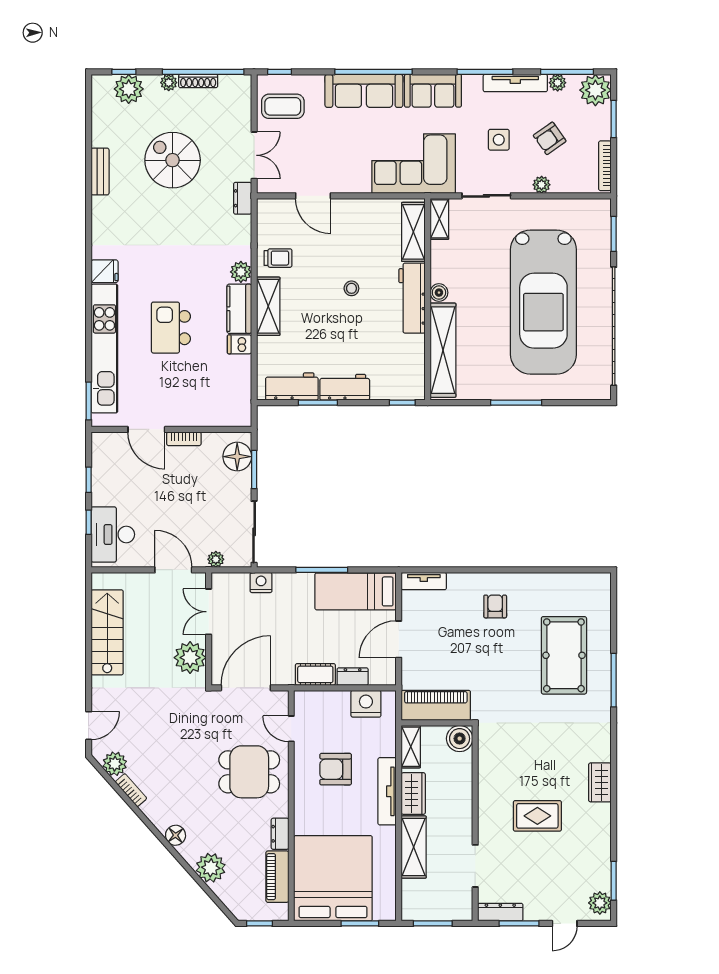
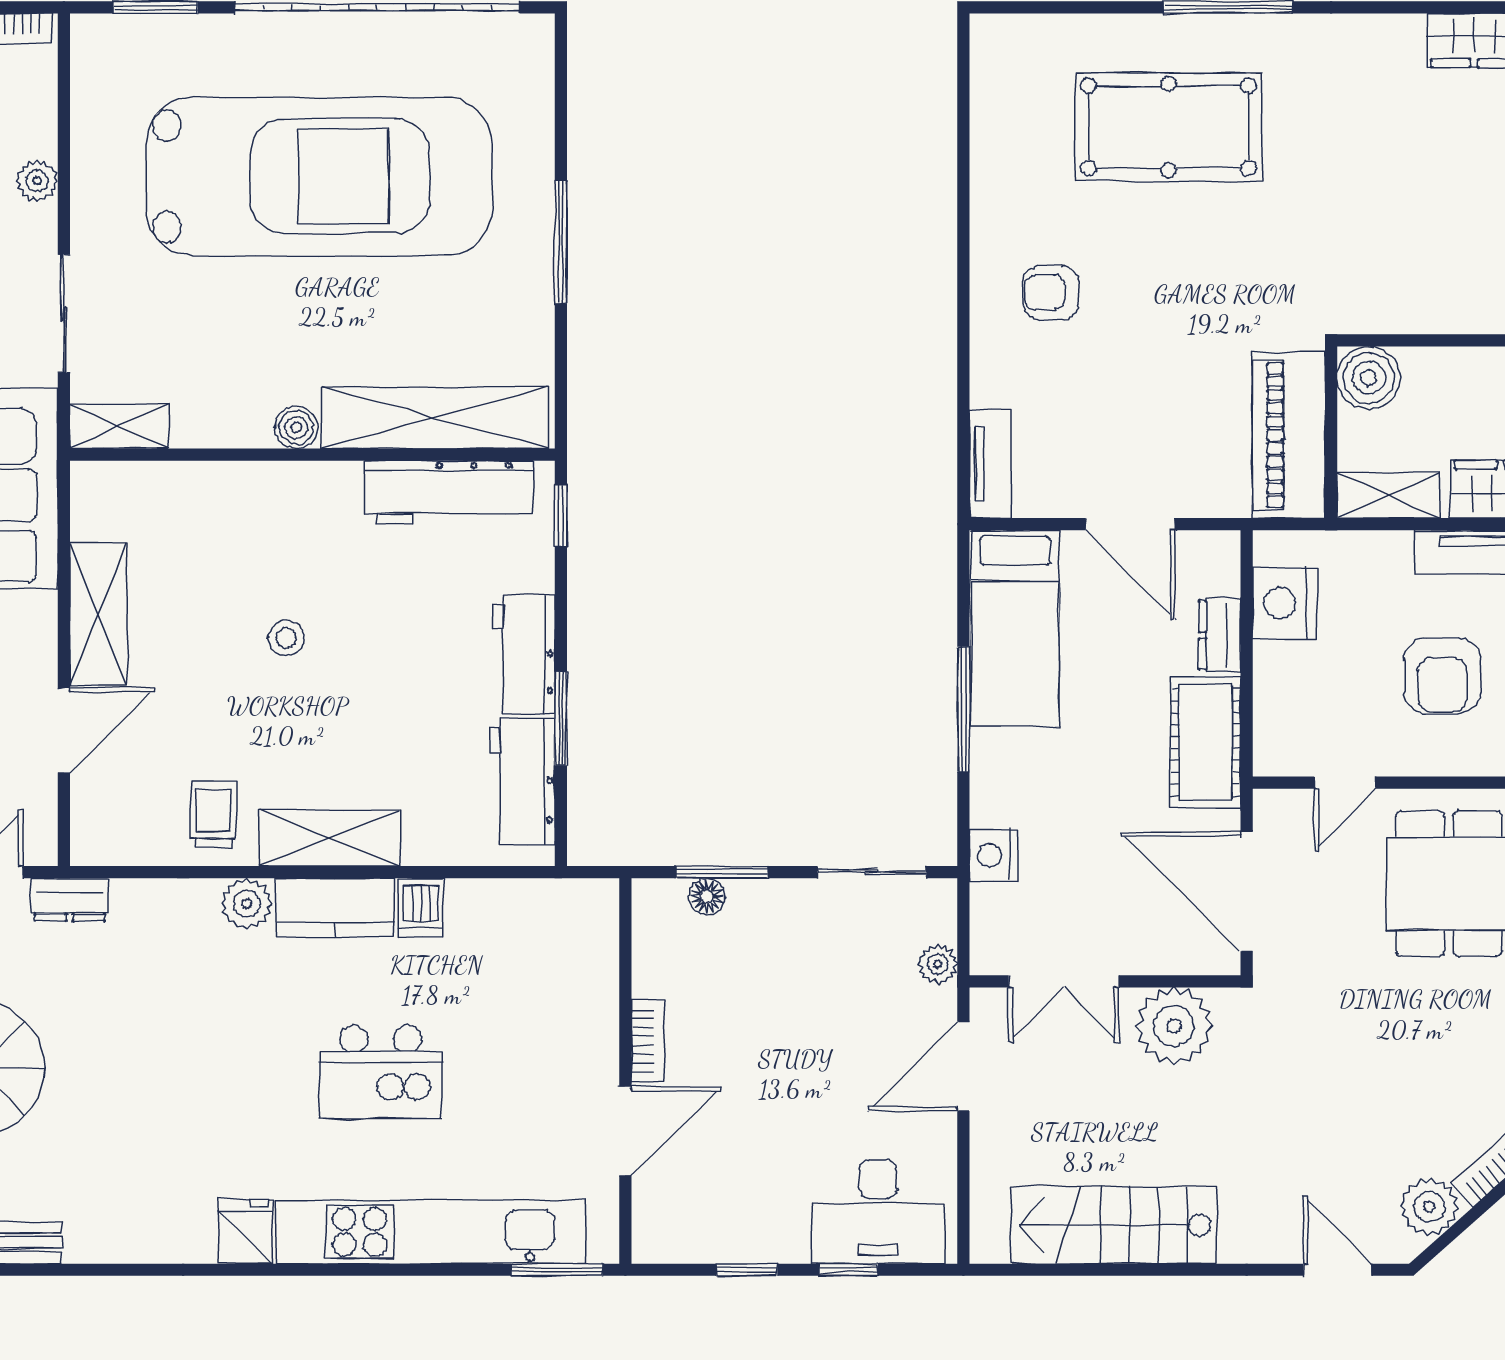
shelving: (413, 232) -> (98, 614), moved, turned 90
workbench: (412, 298) -> (449, 492), moved
floor lamp: (237, 457) -> (707, 896), width x0.53, depth x0.53
sliding door: (254, 532) -> (872, 872), width x0.73
cot: (315, 674) -> (1206, 742), width x1.37, depth x1.34

